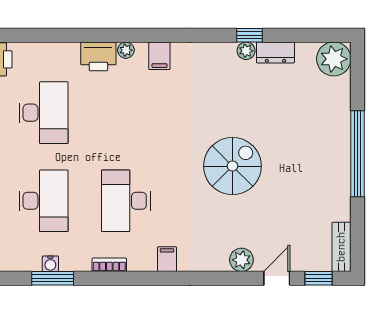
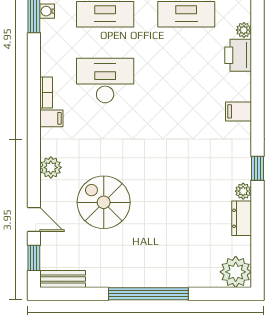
window: (250, 35) -> (257, 168), moved
plant: (126, 50) -> (244, 30), moved
spiral stairs: (232, 166) -> (104, 202), moved, turned 180
plant: (241, 260) -> (51, 167), moved
bookcase: (109, 265) -> (46, 92), moved

